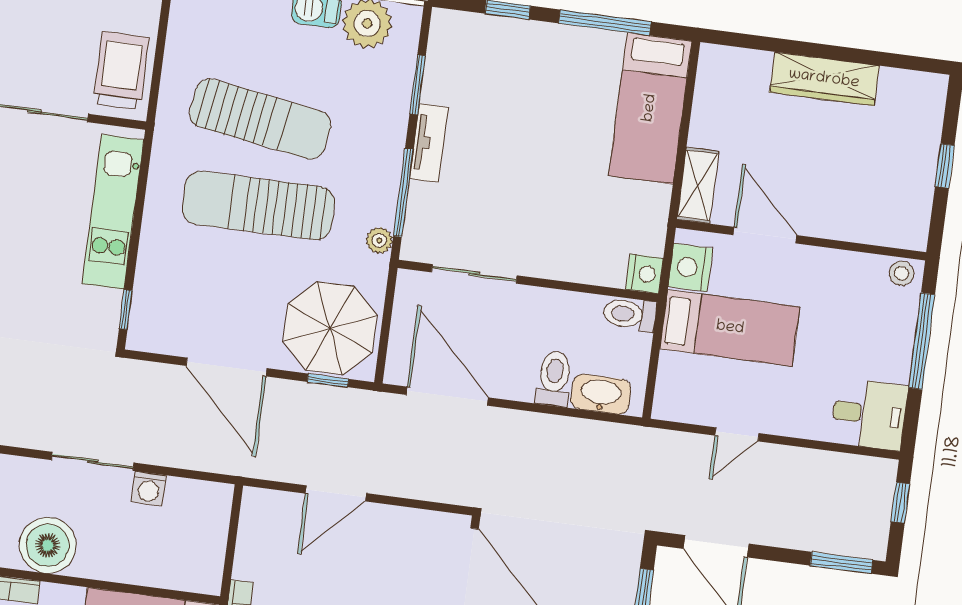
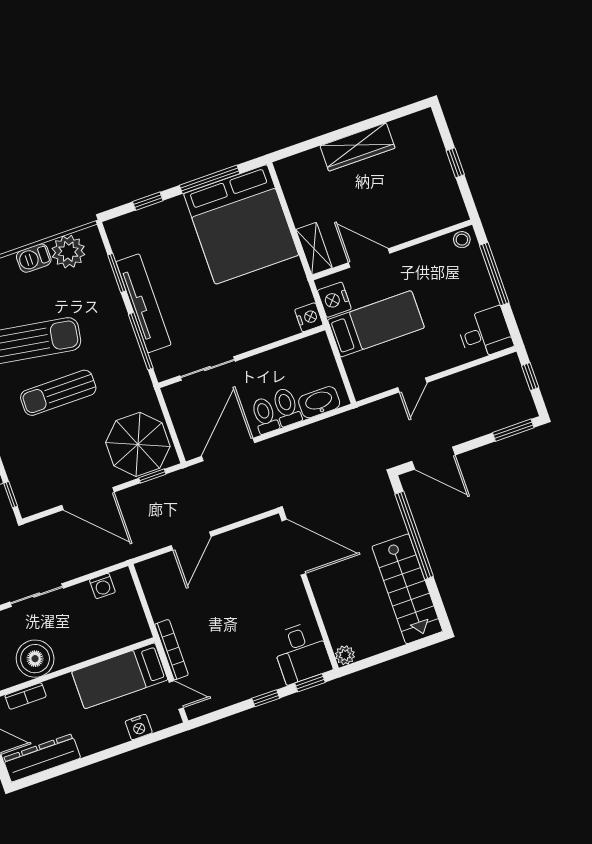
bed: (650, 108) -> (241, 224), width x2.04
tv unit: (429, 143) -> (144, 303), width x1.92, depth x1.29
sun lounger: (258, 205) -> (58, 393), width x0.73, depth x0.75
plant: (379, 240) -> (141, 377), removed
toilet: (630, 314) -> (265, 415), moved, turned 90
door: (447, 396) -> (228, 450), hinge flipped
washing machine: (149, 489) -> (102, 586), moved

